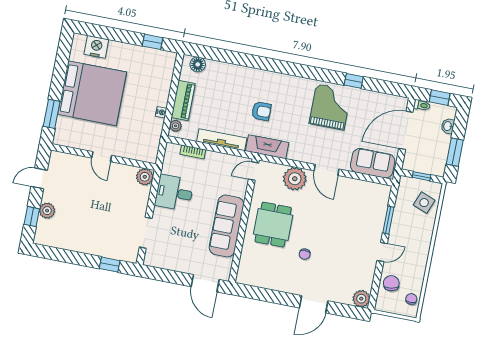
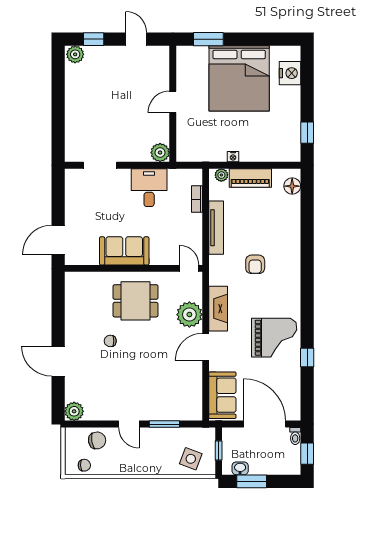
washbasin: (448, 126) -> (240, 468), moved
fireplace: (267, 147) -> (218, 309), moved
plant: (47, 211) -> (75, 54), moved
sofa: (227, 226) -> (124, 251), width x0.73
window: (110, 265) -> (58, 133), removed

